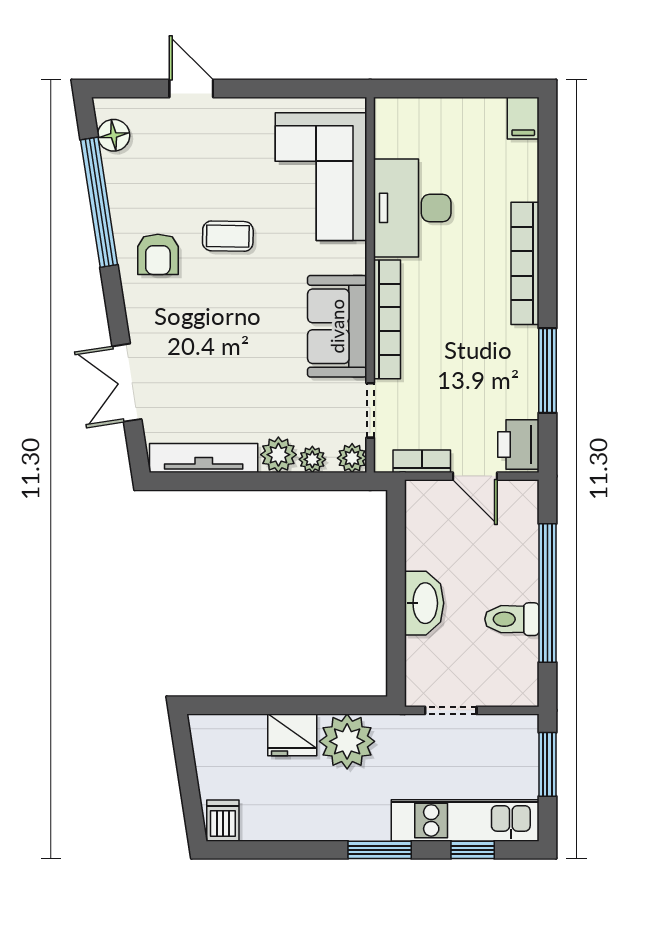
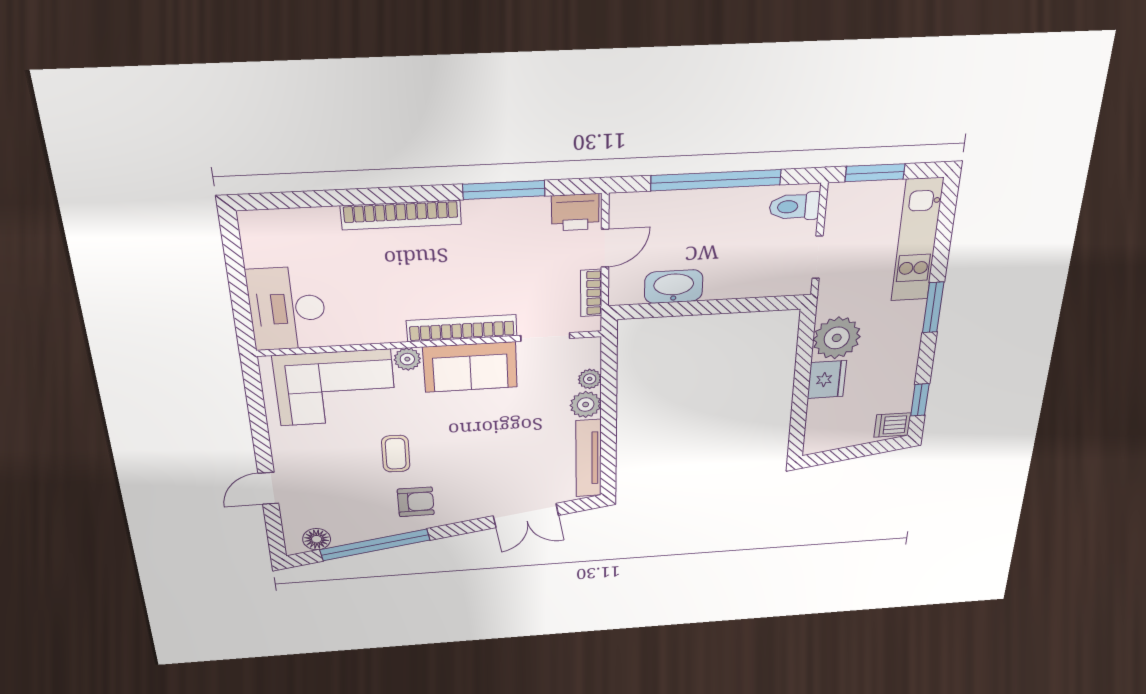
filing cabinet: (523, 118) -> (258, 223), removed
desk: (412, 208) -> (287, 309), moved, turned 90
plant: (352, 458) -> (407, 359), moved
washbasin: (424, 603) -> (674, 287), moved
toilet: (512, 619) -> (795, 206), moved, turned 90
window: (473, 850) -> (920, 400), moved

